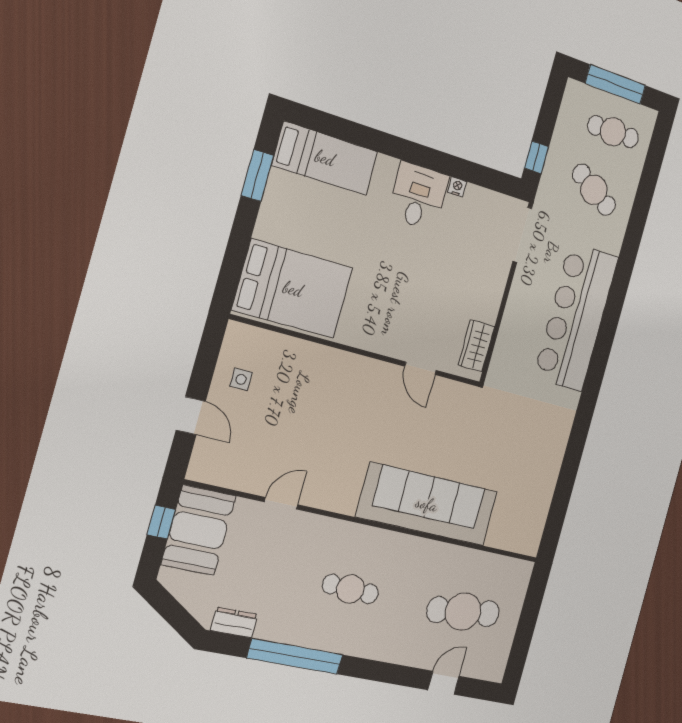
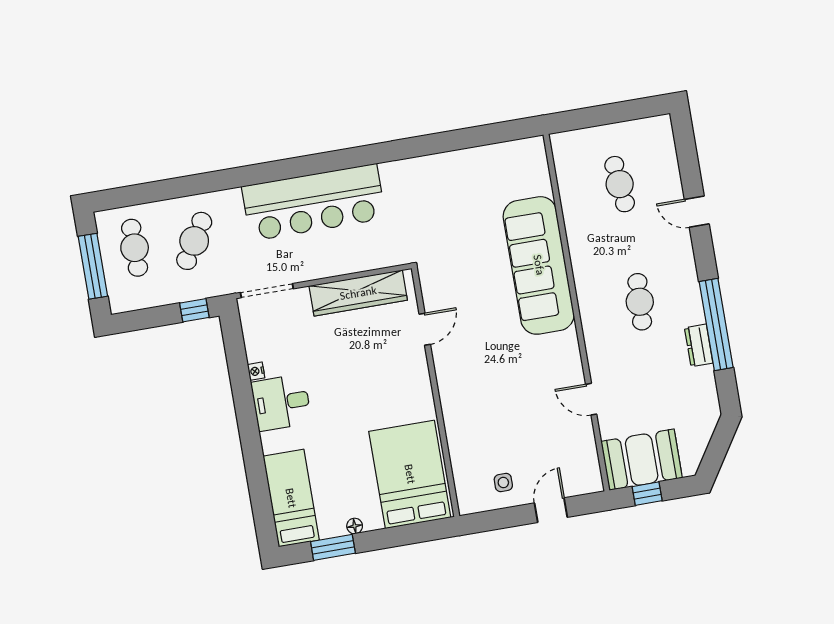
floor lamp: (268, 208) -> (355, 526), added
wardrobe: (476, 346) -> (358, 293), width x2.10, depth x1.17
cafe table: (463, 612) -> (620, 184), width x0.73, depth x0.74
dresser: (234, 622) -> (699, 345), moved
door: (443, 683) -> (697, 212), moved

